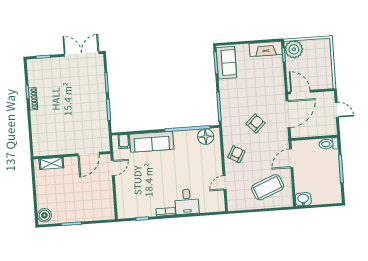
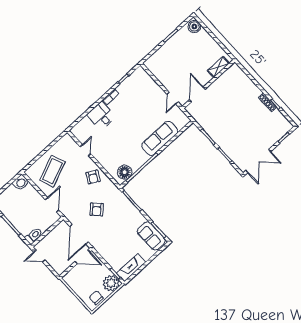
chair: (317, 47) -> (96, 298), added
door: (337, 110) -> (39, 256), moved
filing cabinet: (124, 142) -> (180, 123), removed

